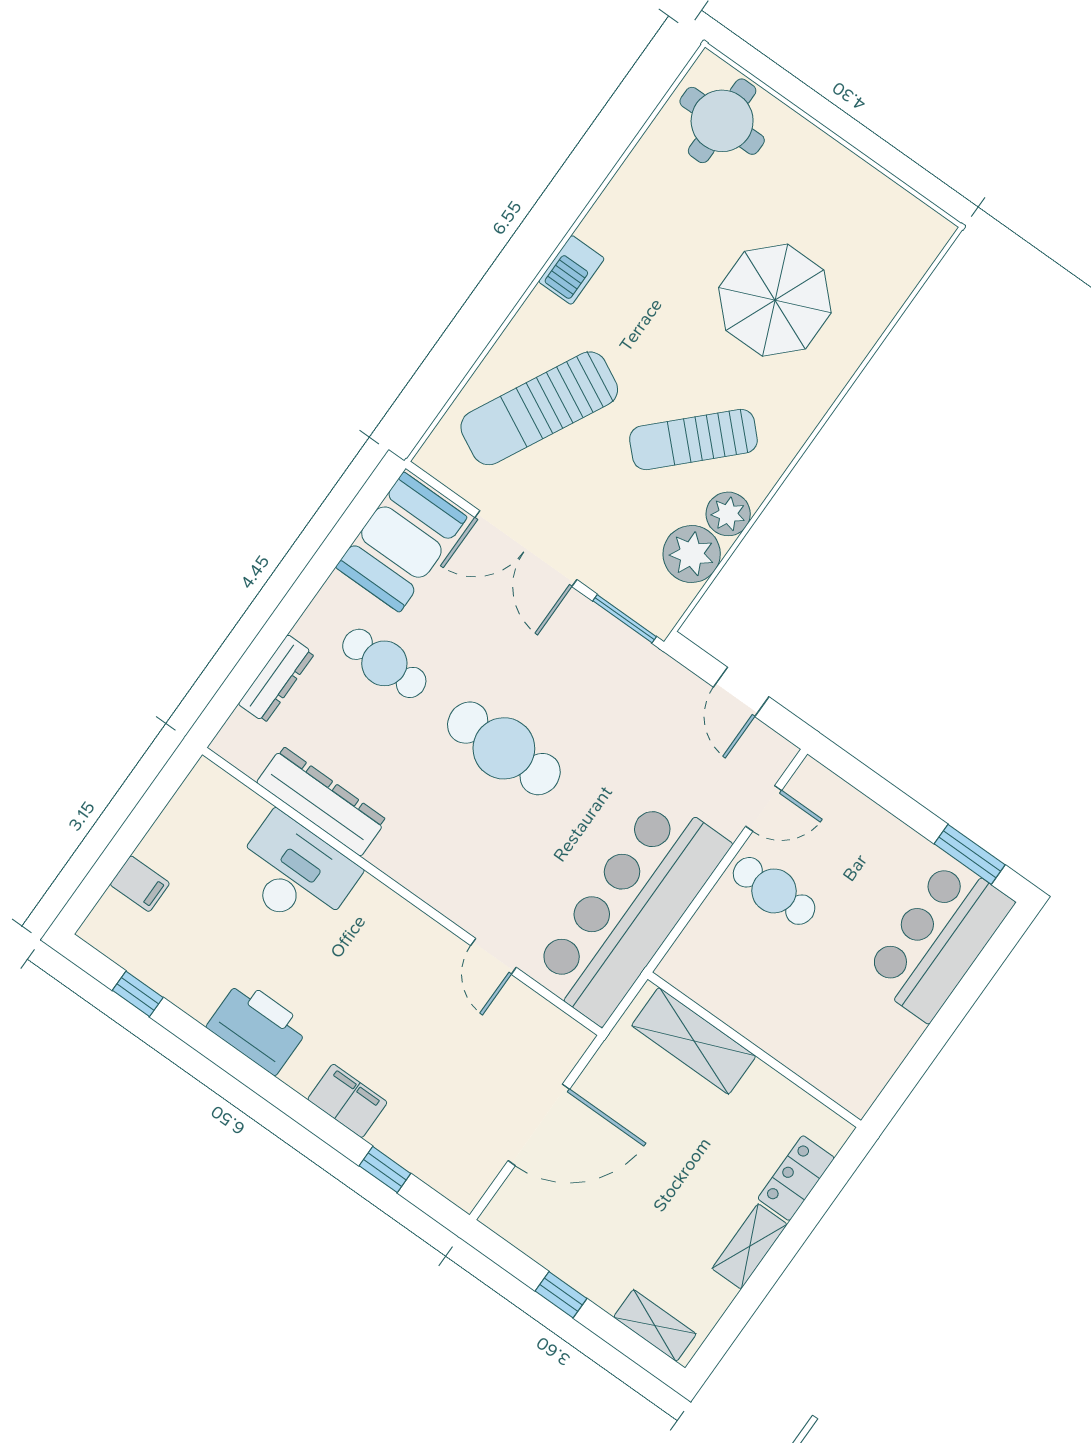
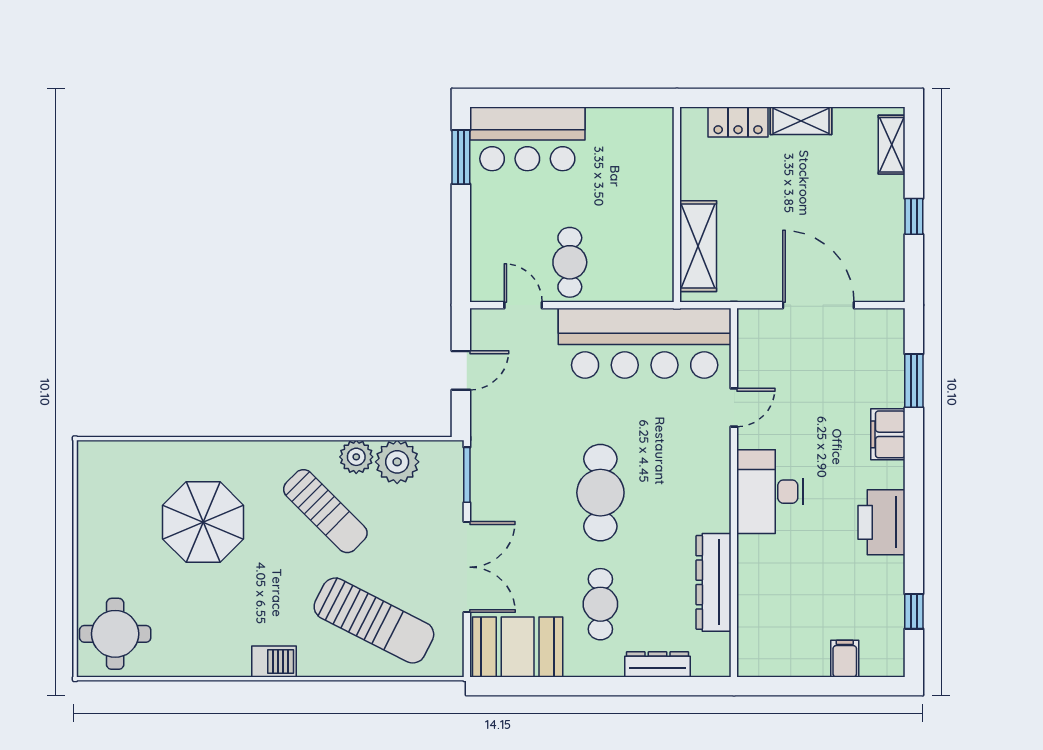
desk: (295, 873) -> (770, 492), moved
window: (385, 1170) -> (914, 381), width x1.50

